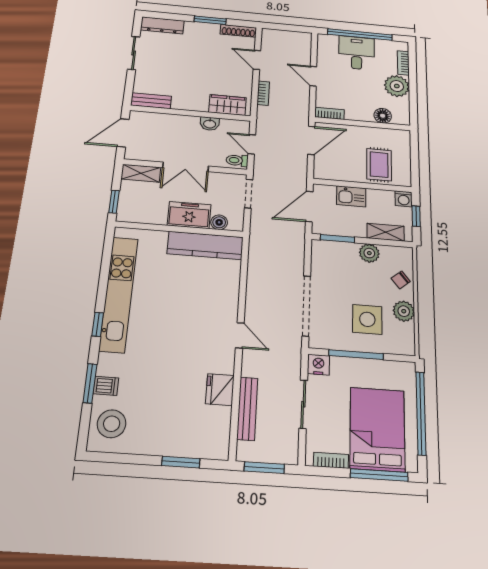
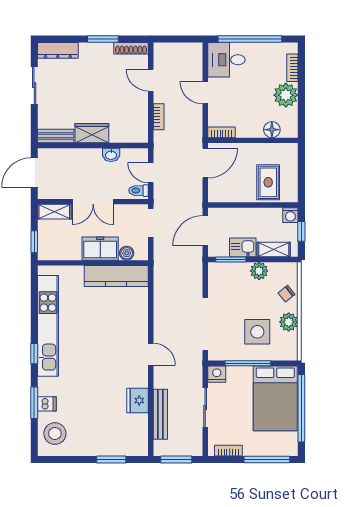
desk: (357, 53) -> (226, 60), moved, turned -90
wardrobe: (228, 105) -> (92, 133), moved
kitchen sink: (351, 196) -> (243, 247), moved, turned 180
bed: (377, 429) -> (275, 398), moved, turned 180

